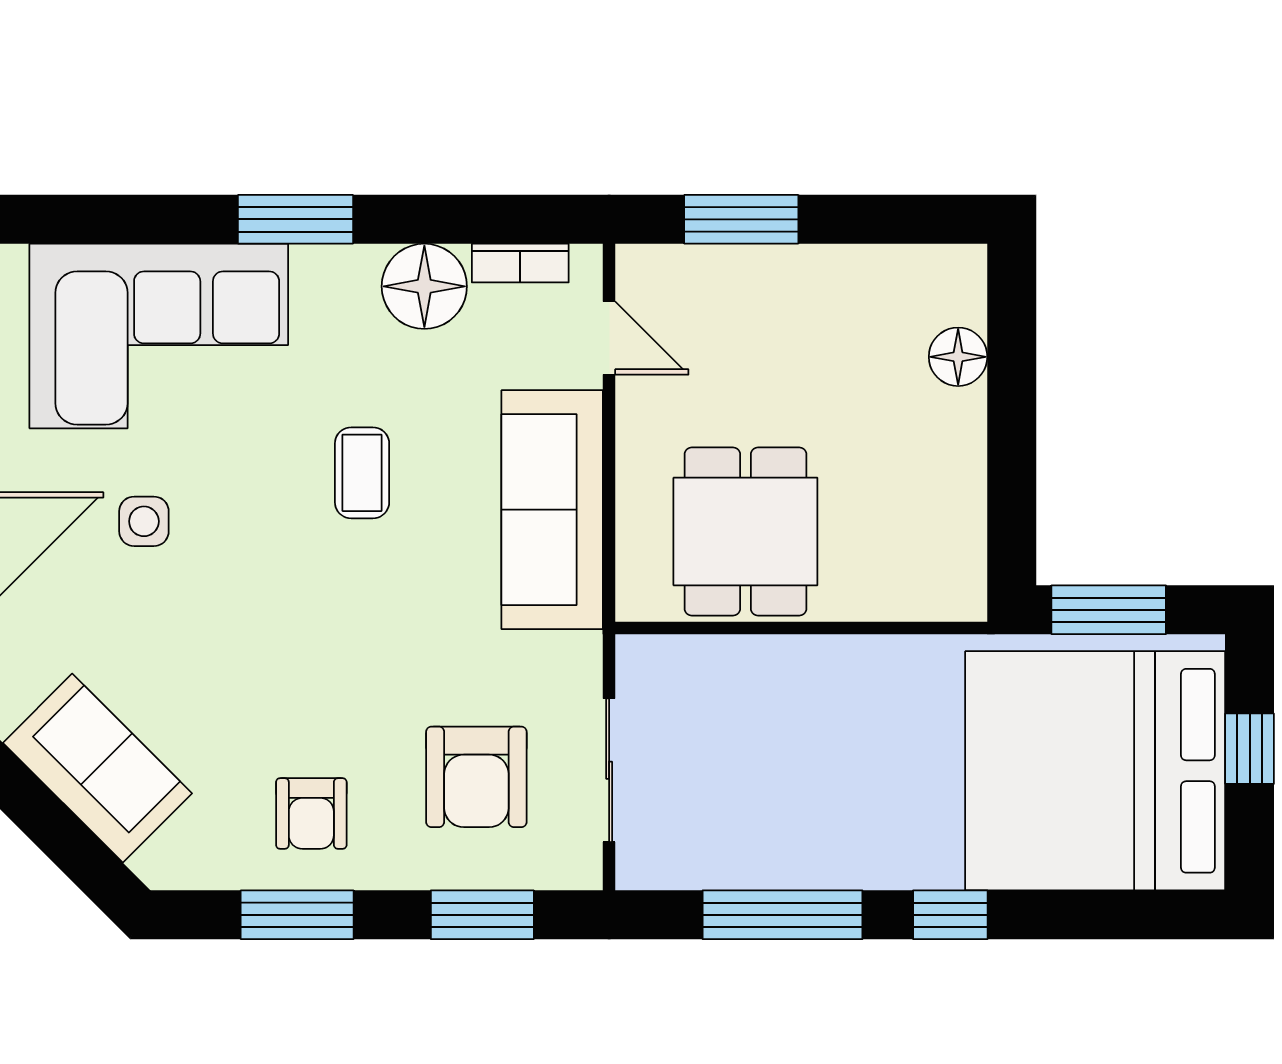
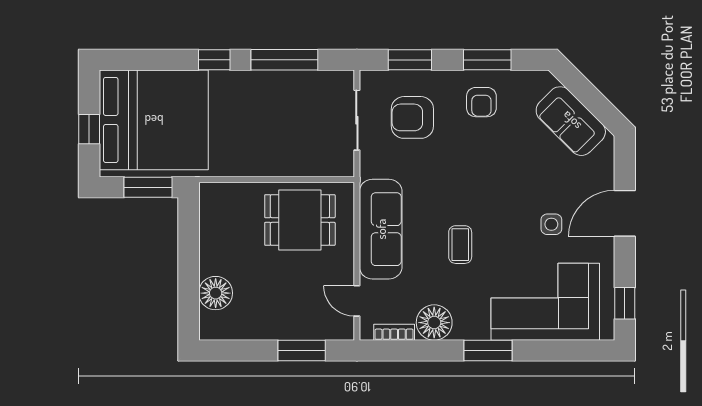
floor lamp: (958, 357) -> (216, 293), width x1.38, depth x1.38
dining table: (745, 532) -> (300, 220), turned 90
armchair: (476, 777) -> (412, 117), turned -90
armchair: (311, 813) -> (481, 102), turned 180

